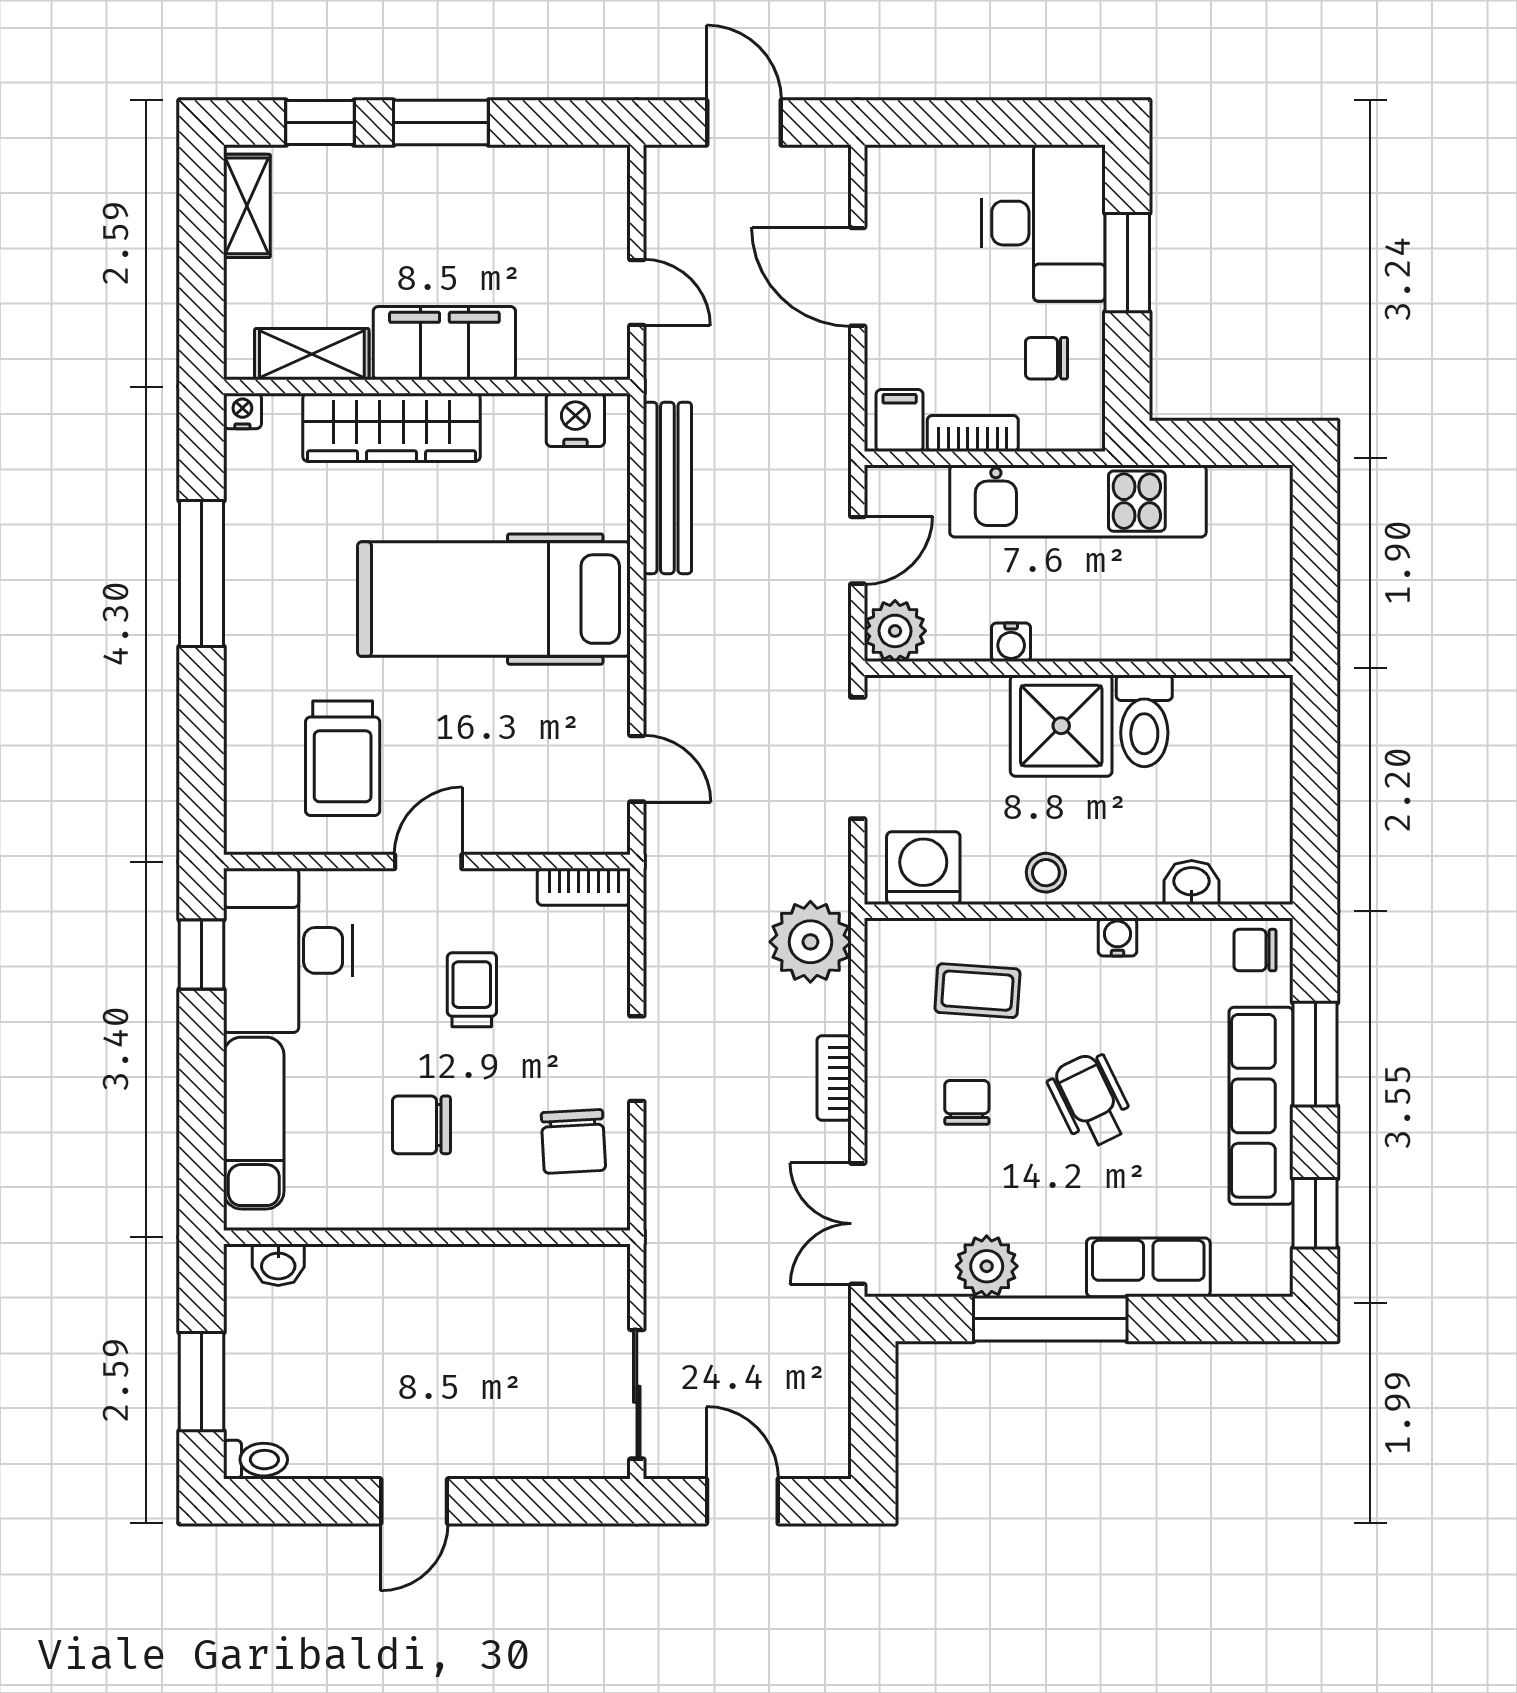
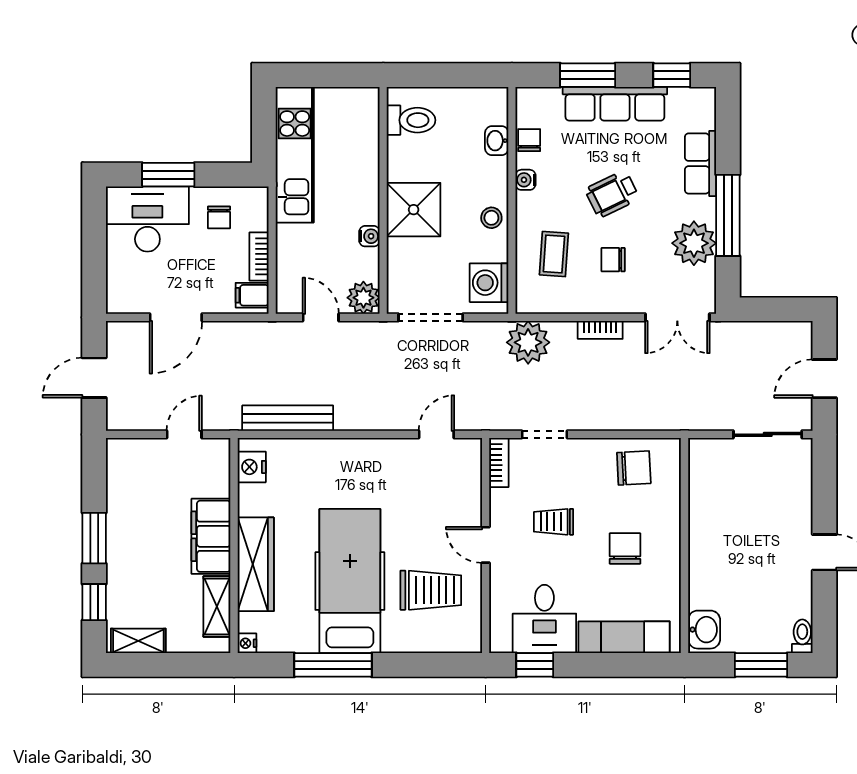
kitchen unit: (1078, 501) -> (295, 155), moved
hospital bed: (494, 599) -> (350, 581), moved, turned 180
toilet: (1144, 721) -> (411, 120), moved
desk: (288, 950) -> (544, 619), width x0.73
chair: (1255, 950) -> (529, 140), moved, turned 180
doorway: (637, 1059) -> (545, 434), moved
chair: (421, 1125) -> (625, 548), turned 180
washbasin: (278, 1265) -> (704, 630), width x1.38, depth x1.45
plant: (987, 1266) -> (694, 243), width x1.36, depth x1.36

